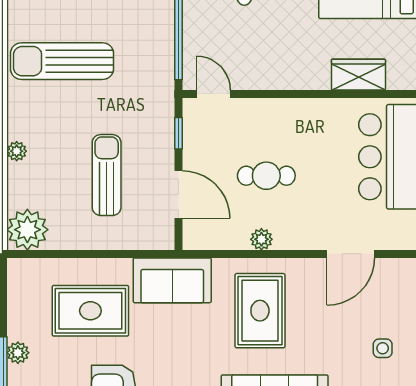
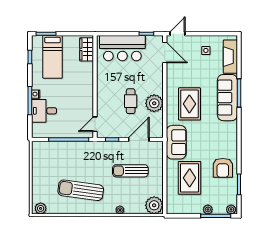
sun lounger: (62, 61) -> (81, 190), turned 98
wardrobe: (358, 75) -> (87, 49), moved
plant: (261, 239) -> (154, 103), width x1.87, depth x1.87
door: (351, 254) -> (165, 52), moved
rug: (260, 311) -> (189, 104), turned 90

